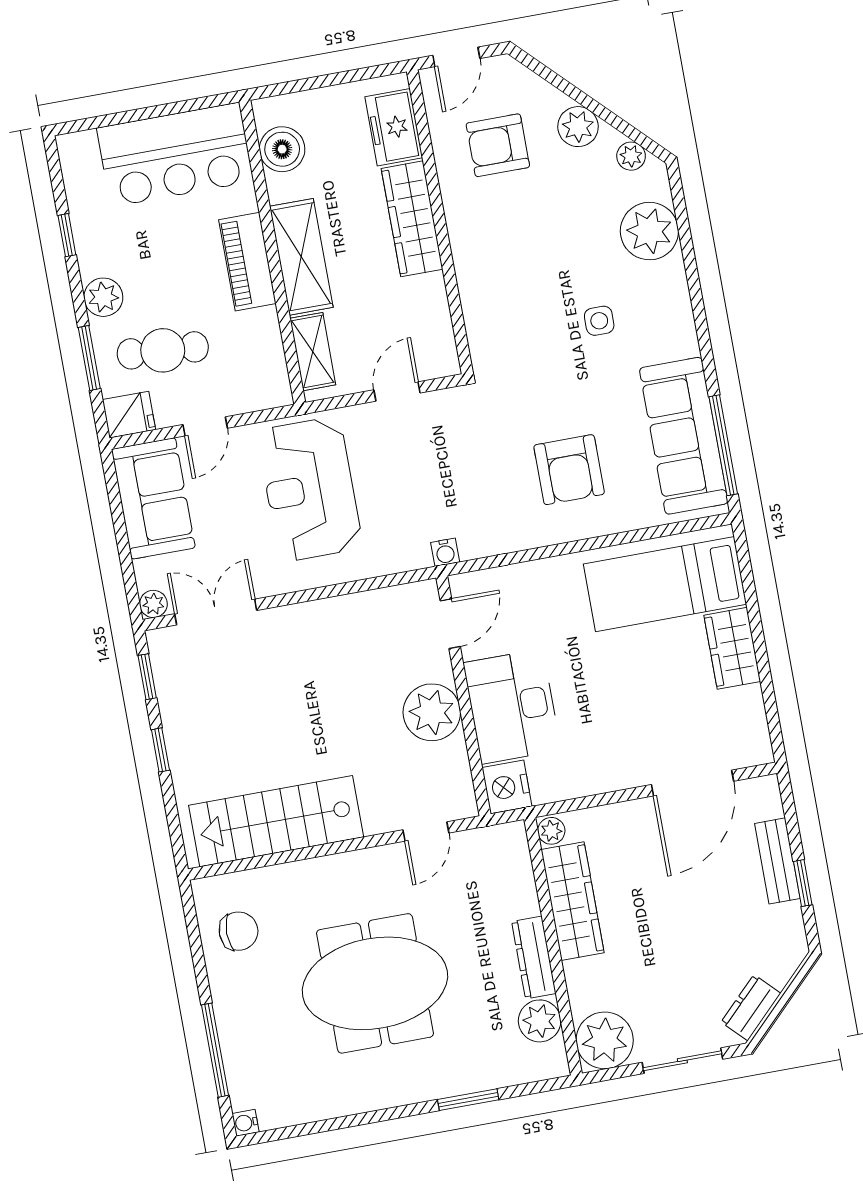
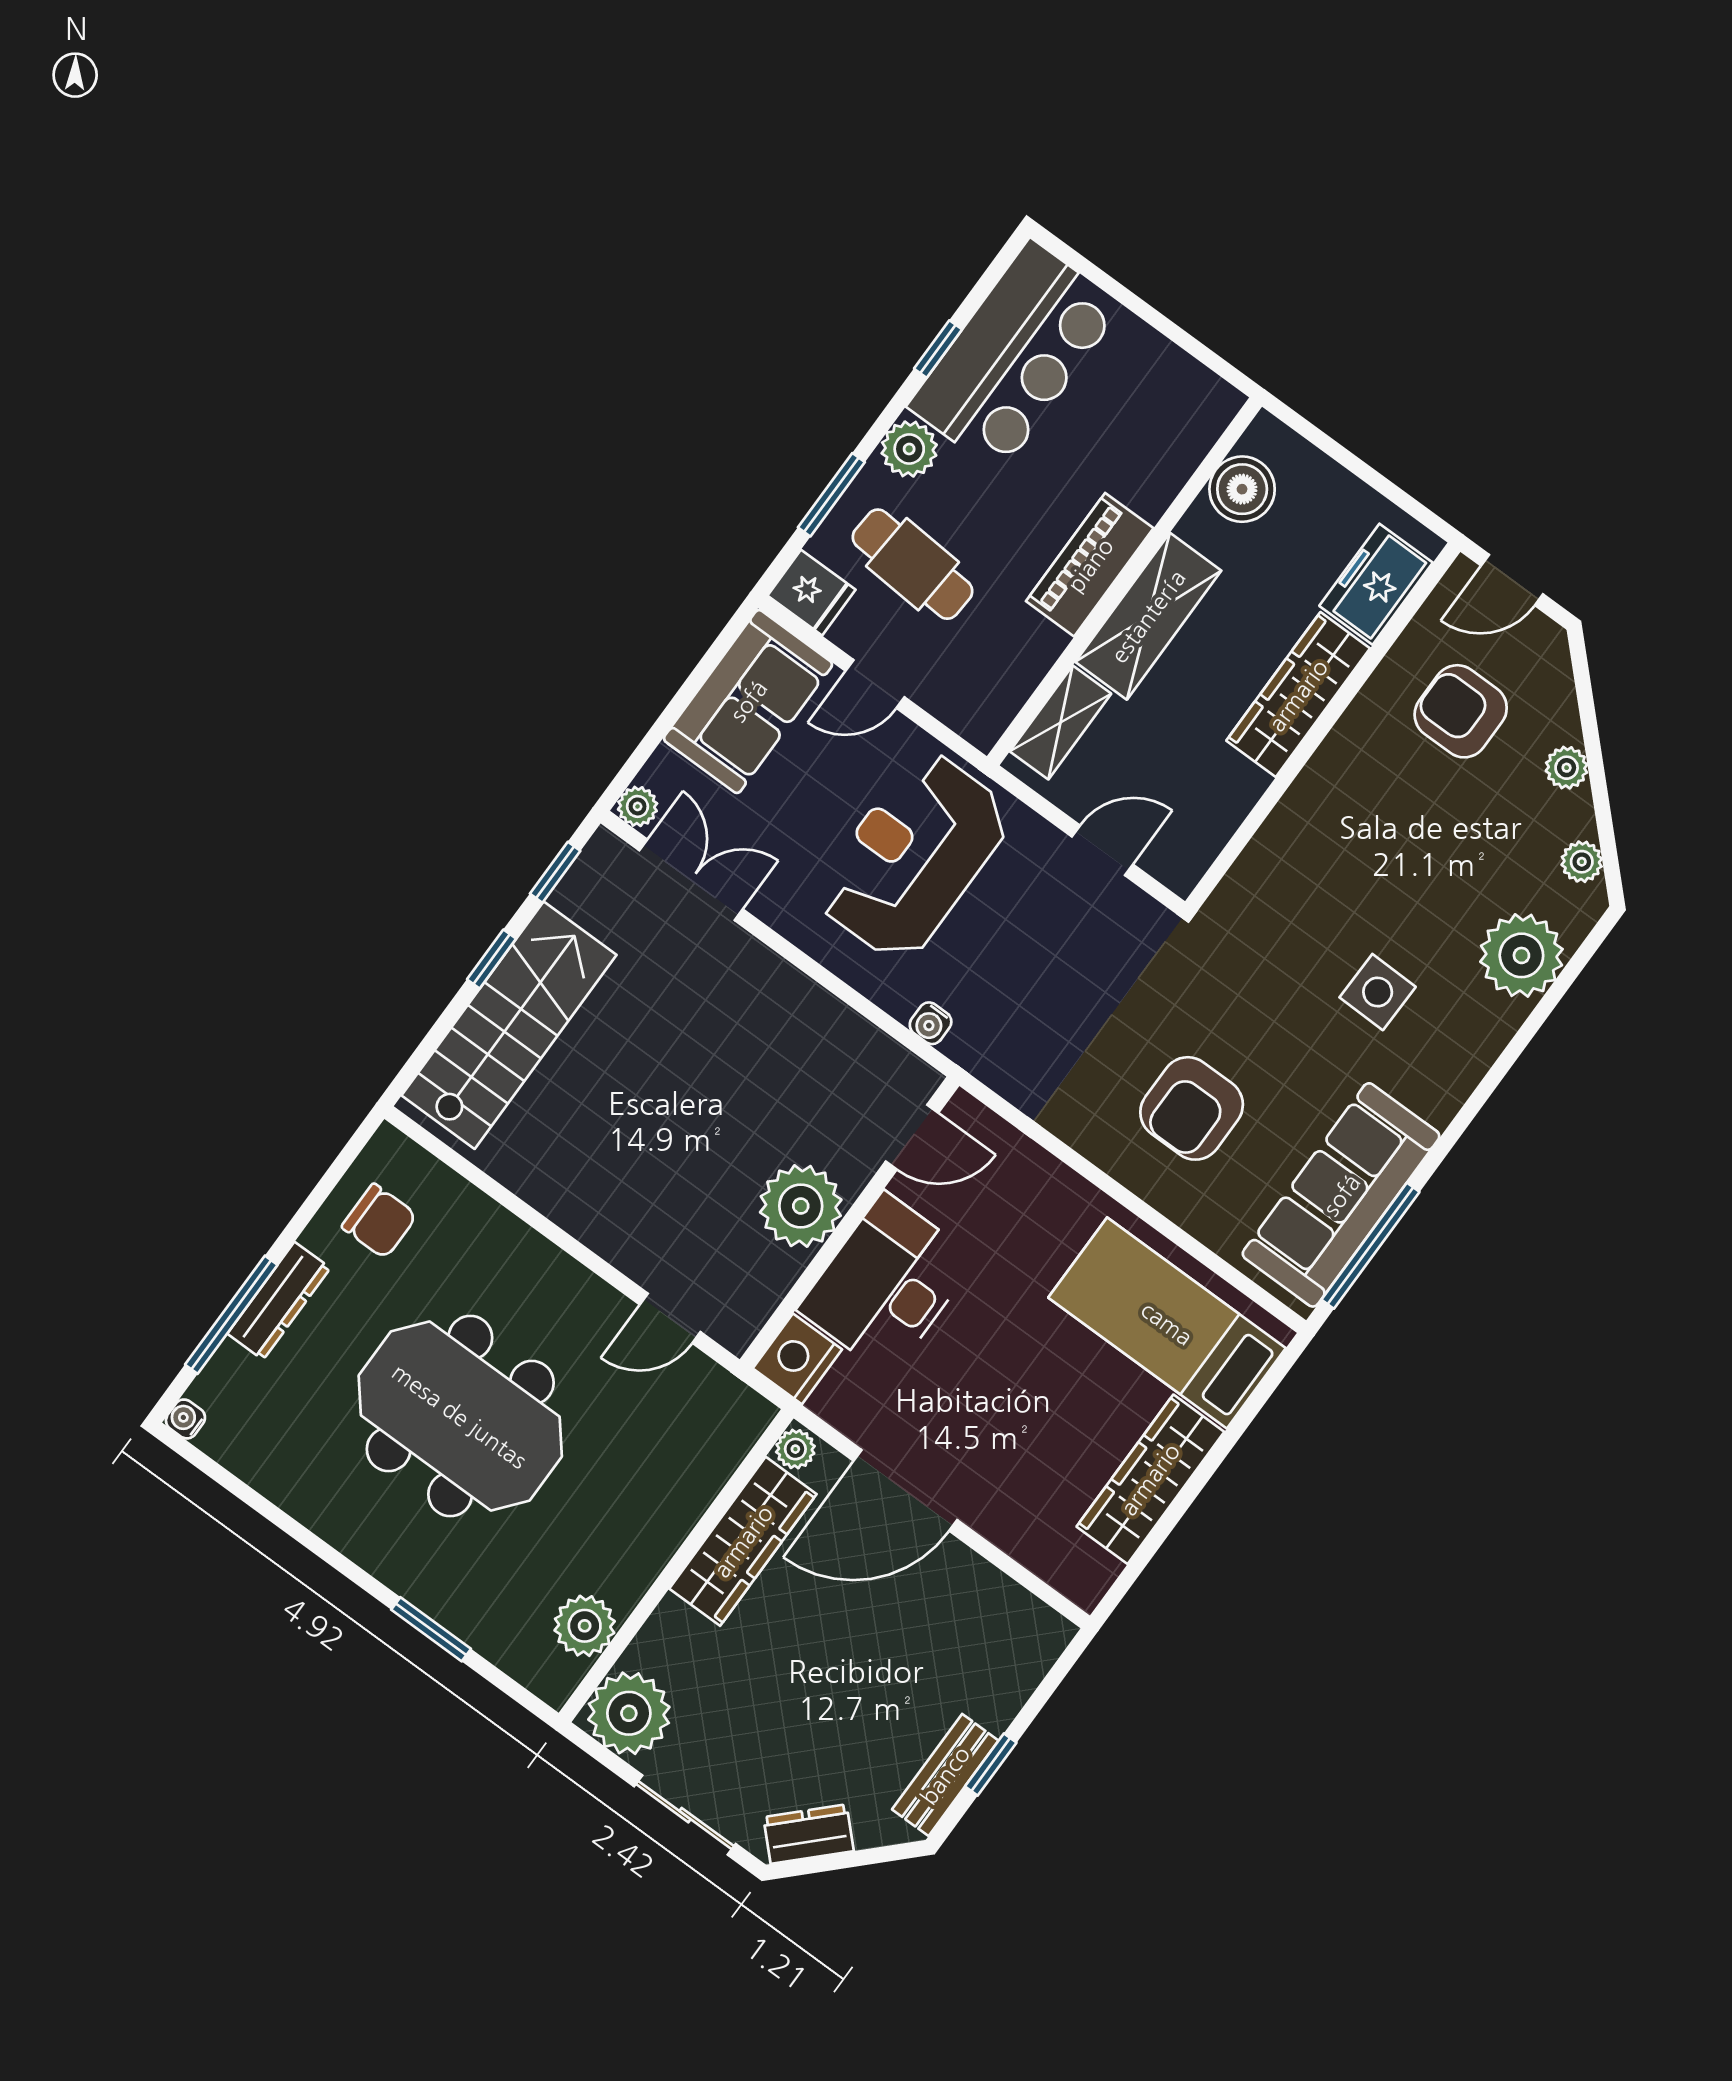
plant: (578, 127) -> (1567, 768), width x0.73, depth x0.73
bar counter: (175, 155) -> (1015, 356), moved, turned -90
side table: (599, 321) -> (1378, 992), width x1.37, depth x1.37
water cooler: (445, 552) -> (931, 1023), moved
wardrobe: (732, 648) -> (1150, 1479), width x1.50
door: (692, 783) -> (905, 1490), moved
stairs: (276, 821) -> (509, 1025), moved, turned 90
bench: (777, 861) -> (945, 1775), moved
dresser: (534, 957) -> (279, 1301), moved, turned 180

